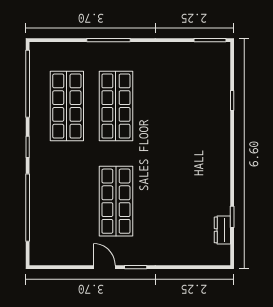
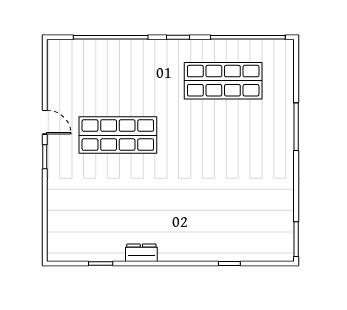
shop shelf: (116, 106) -> (223, 135), removed
dresser: (222, 230) -> (141, 253), moved
door: (104, 267) -> (45, 122), hinge flipped

